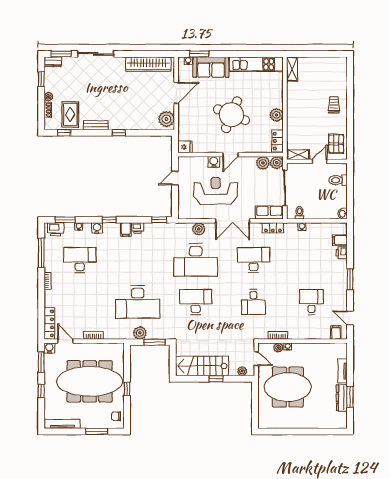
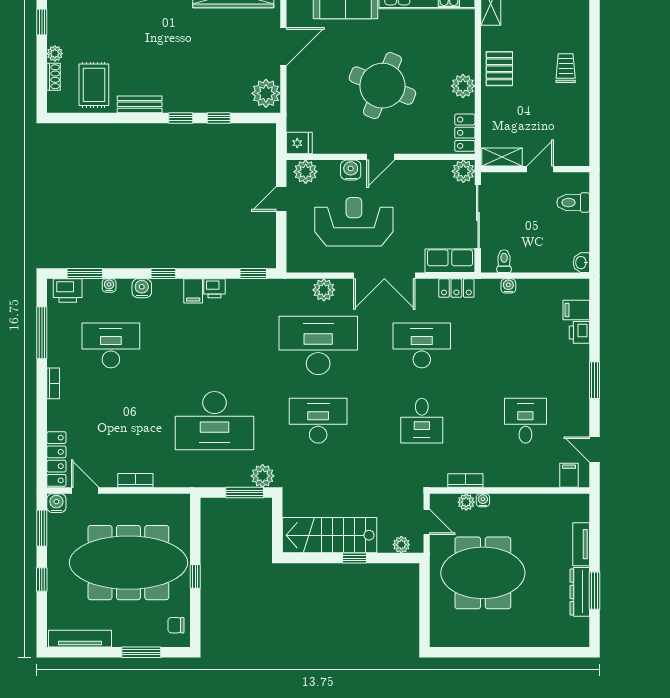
window: (64, 133) -> (219, 118), moved
pallet: (336, 144) -> (499, 69), moved
plant: (263, 163) -> (306, 172), moved
desk: (196, 260) -> (318, 345), turned 180
plant: (140, 333) -> (263, 476), moved

